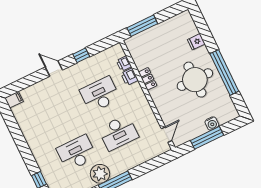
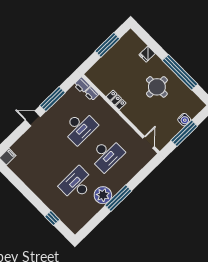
window: (142, 26) -> (107, 45), moved
window: (81, 55) -> (52, 99), width x2.17
printer: (129, 77) -> (82, 85), moved
round table: (195, 80) -> (157, 87), width x0.73, depth x0.73
desk: (100, 95) -> (80, 127), turned 180

